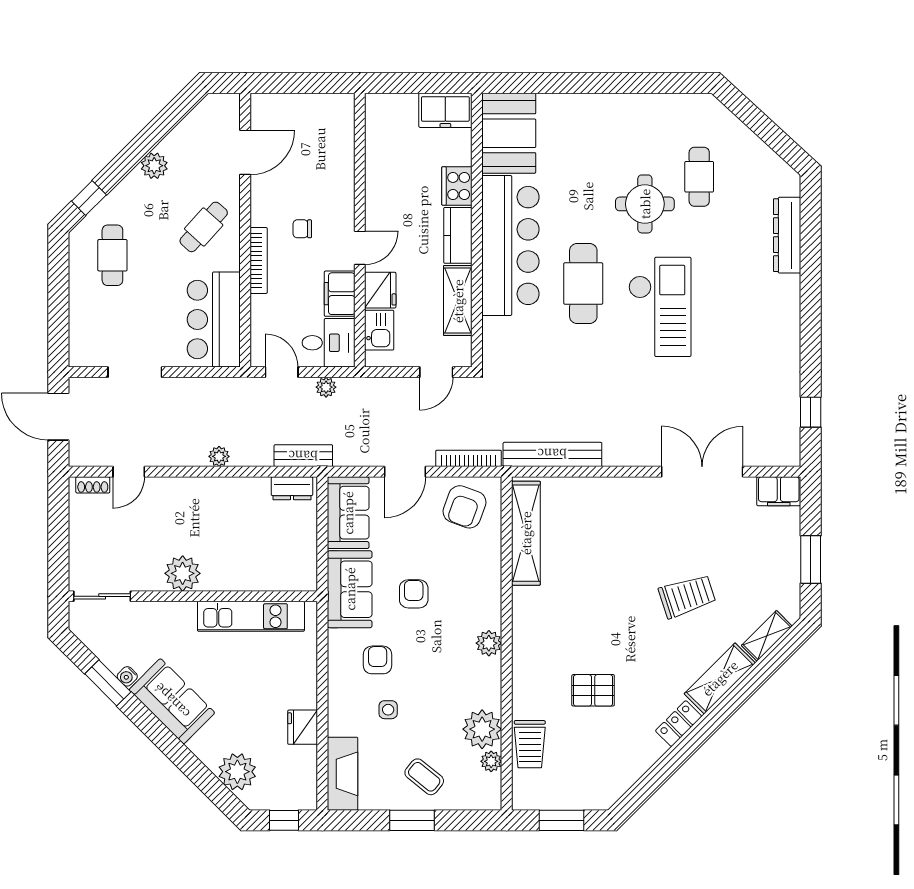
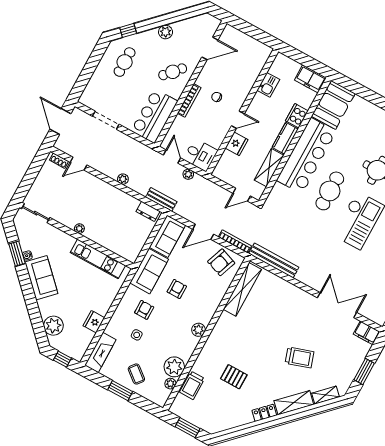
filing cabinet: (340, 294) -> (217, 135), removed
kitchen sink: (379, 330) -> (268, 85), moved
plant: (183, 573) -> (79, 229), width x0.53, depth x0.53

